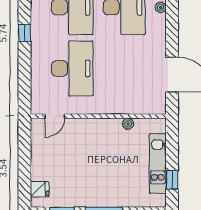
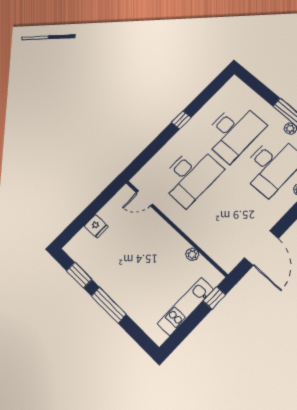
window: (172, 180) -> (214, 298), moved
fridge: (40, 189) -> (96, 226), moved

